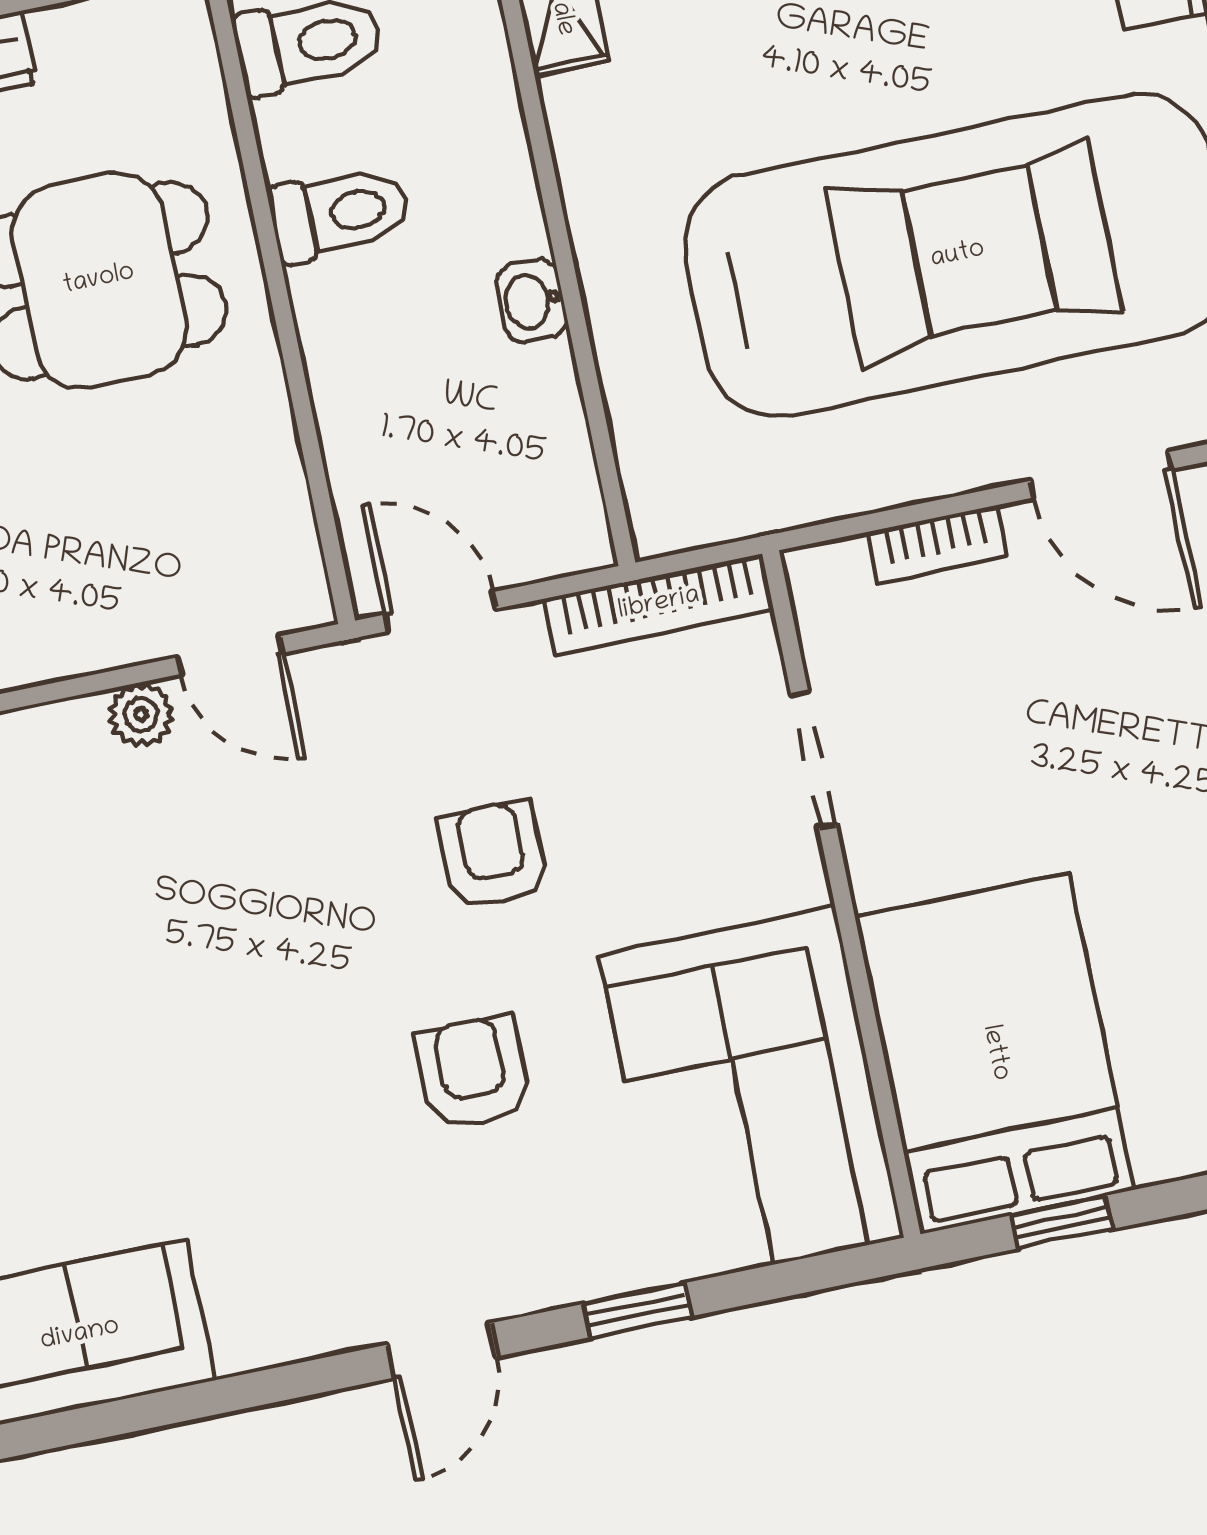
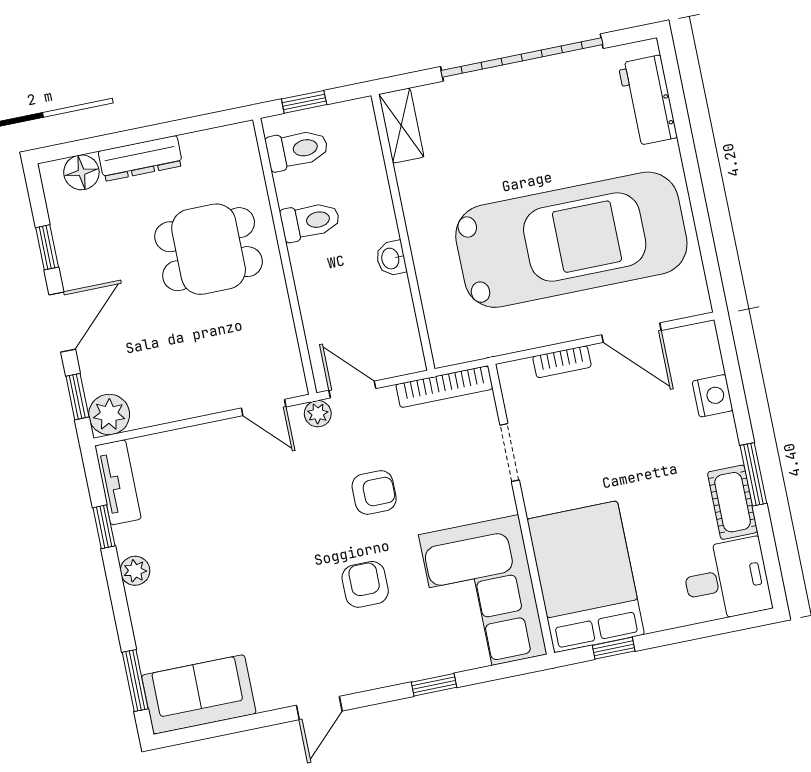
plant: (141, 714) -> (318, 414), moved
armchair: (493, 855) -> (374, 492), turned 90
door: (442, 1351) -> (319, 708), moved

